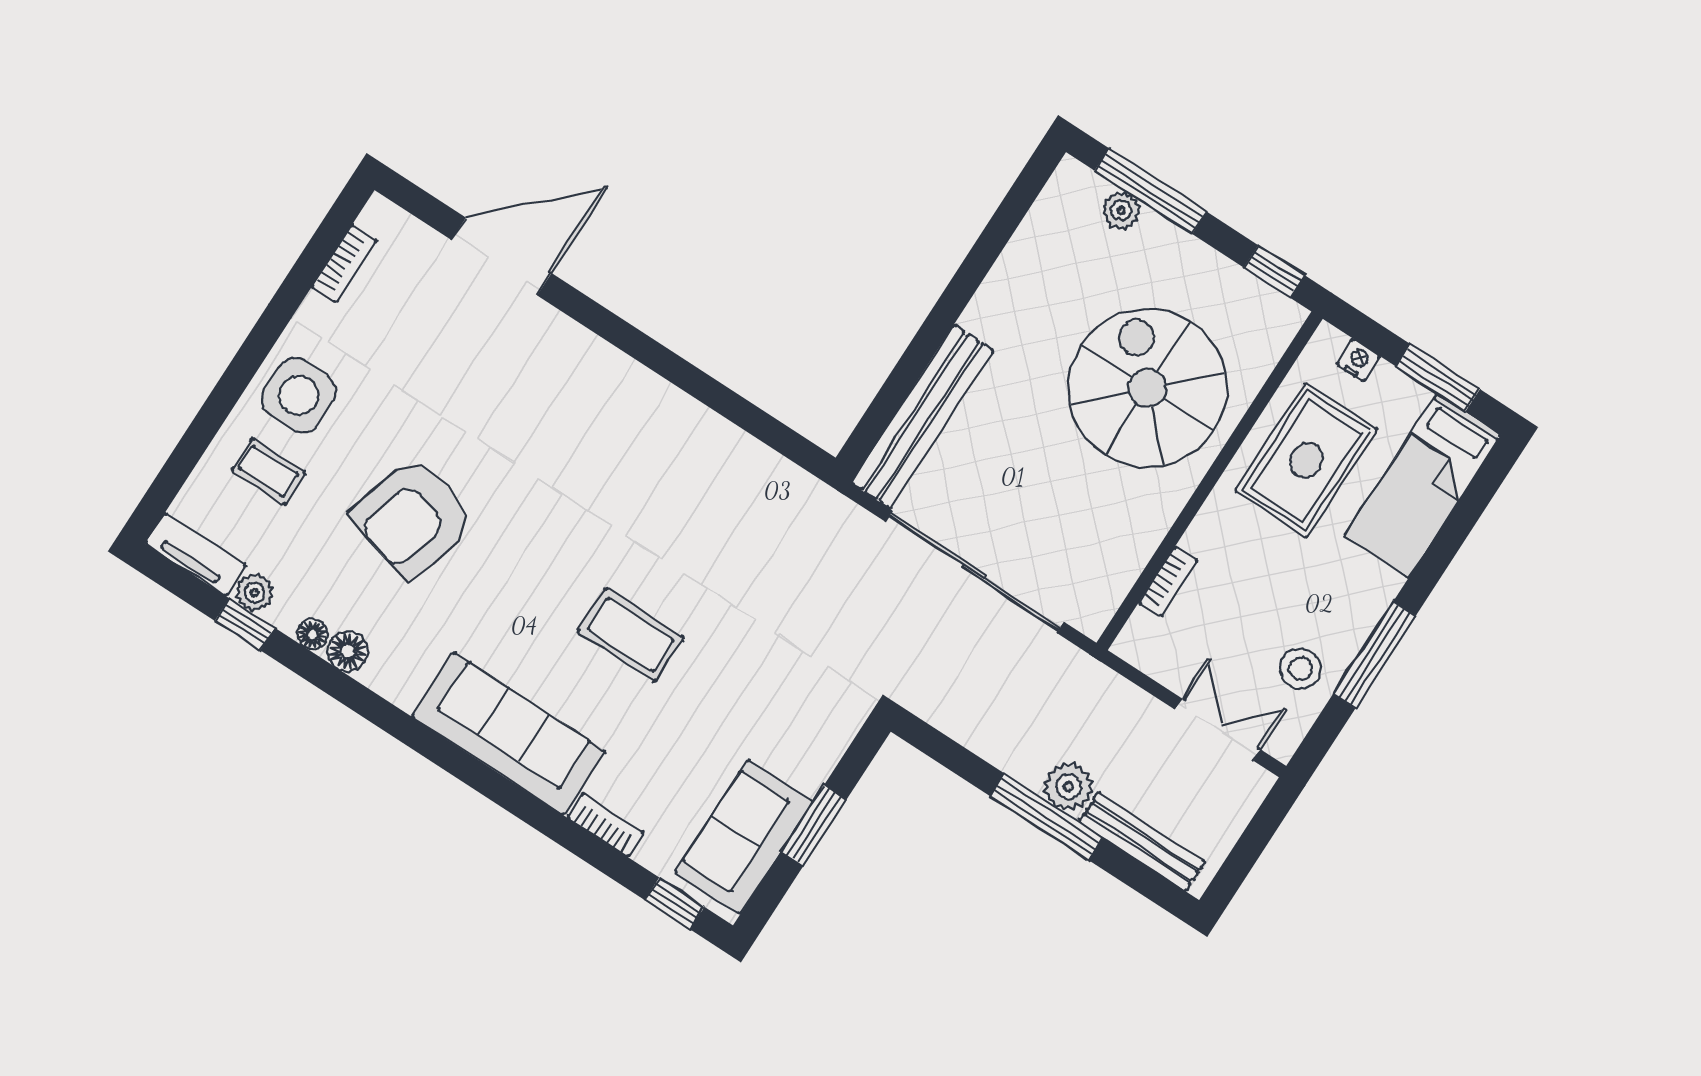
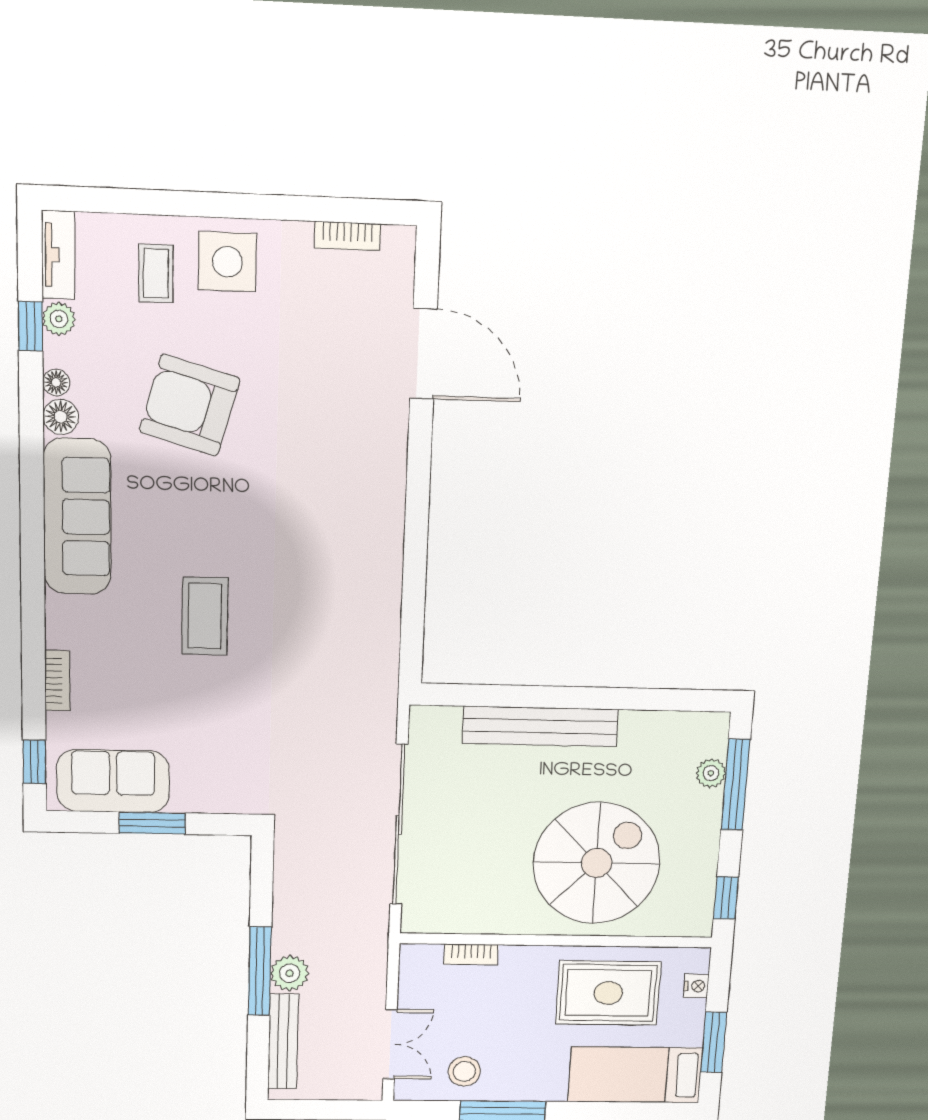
bench: (922, 417) -> (540, 726), moved
sofa: (509, 734) -> (77, 517), moved

